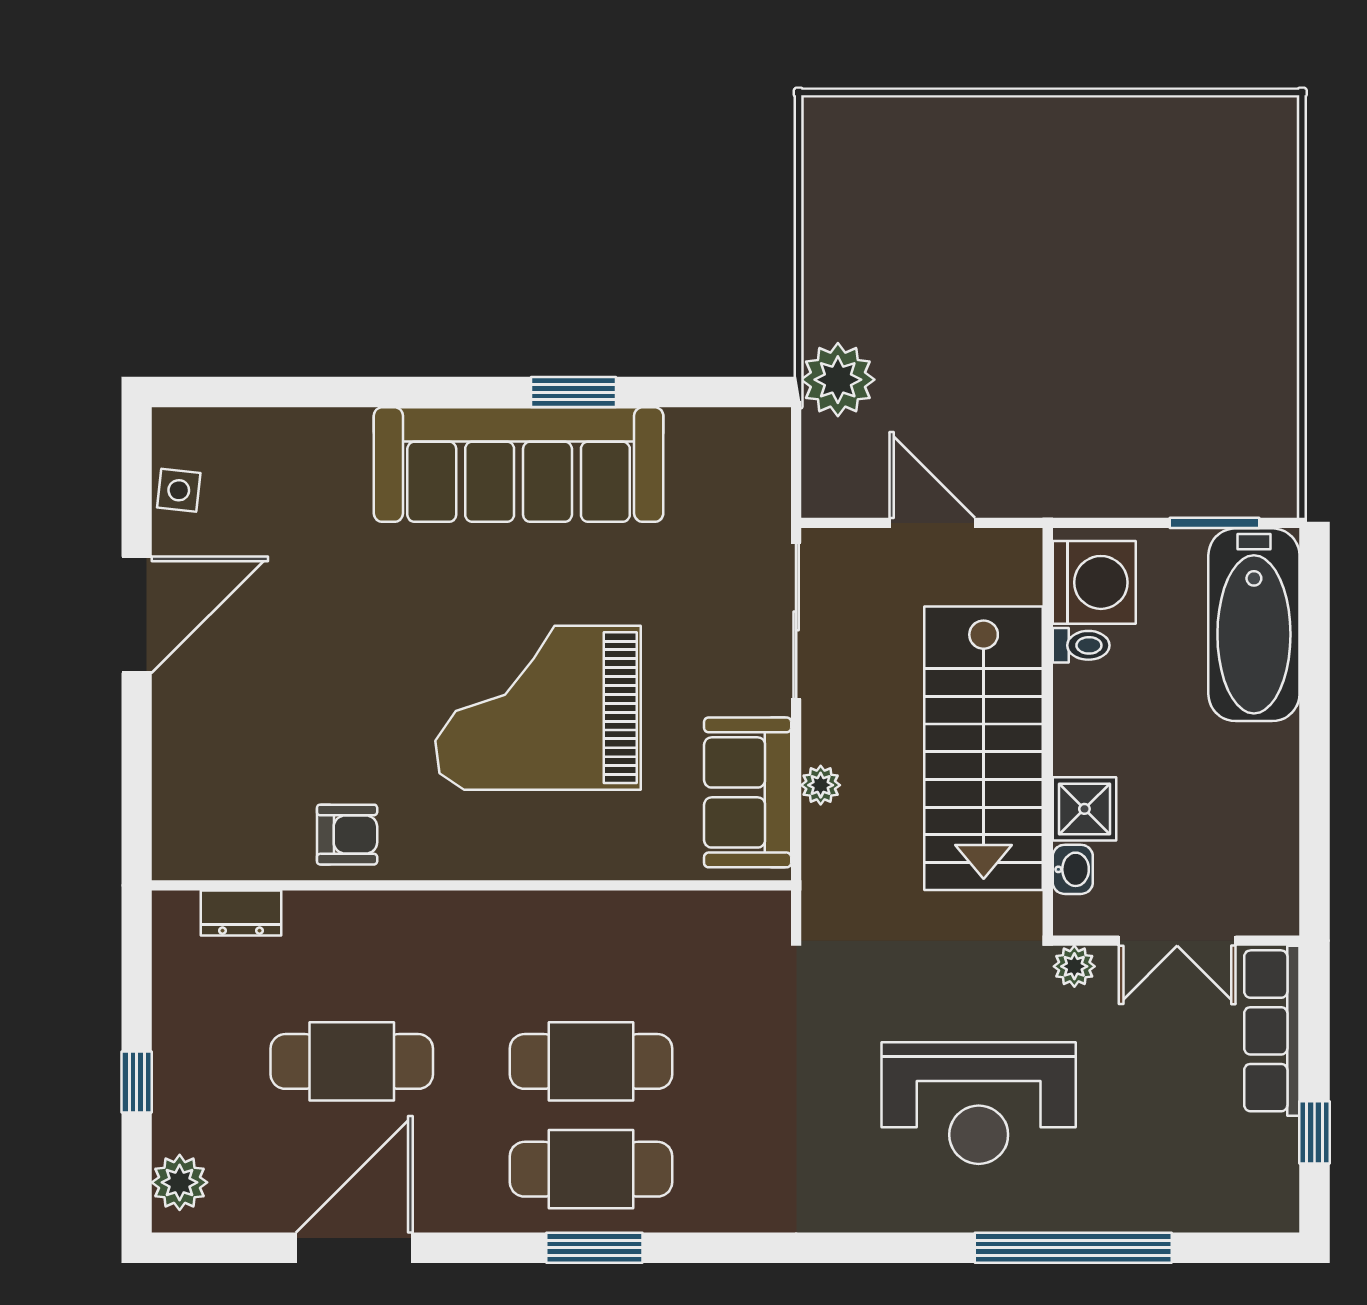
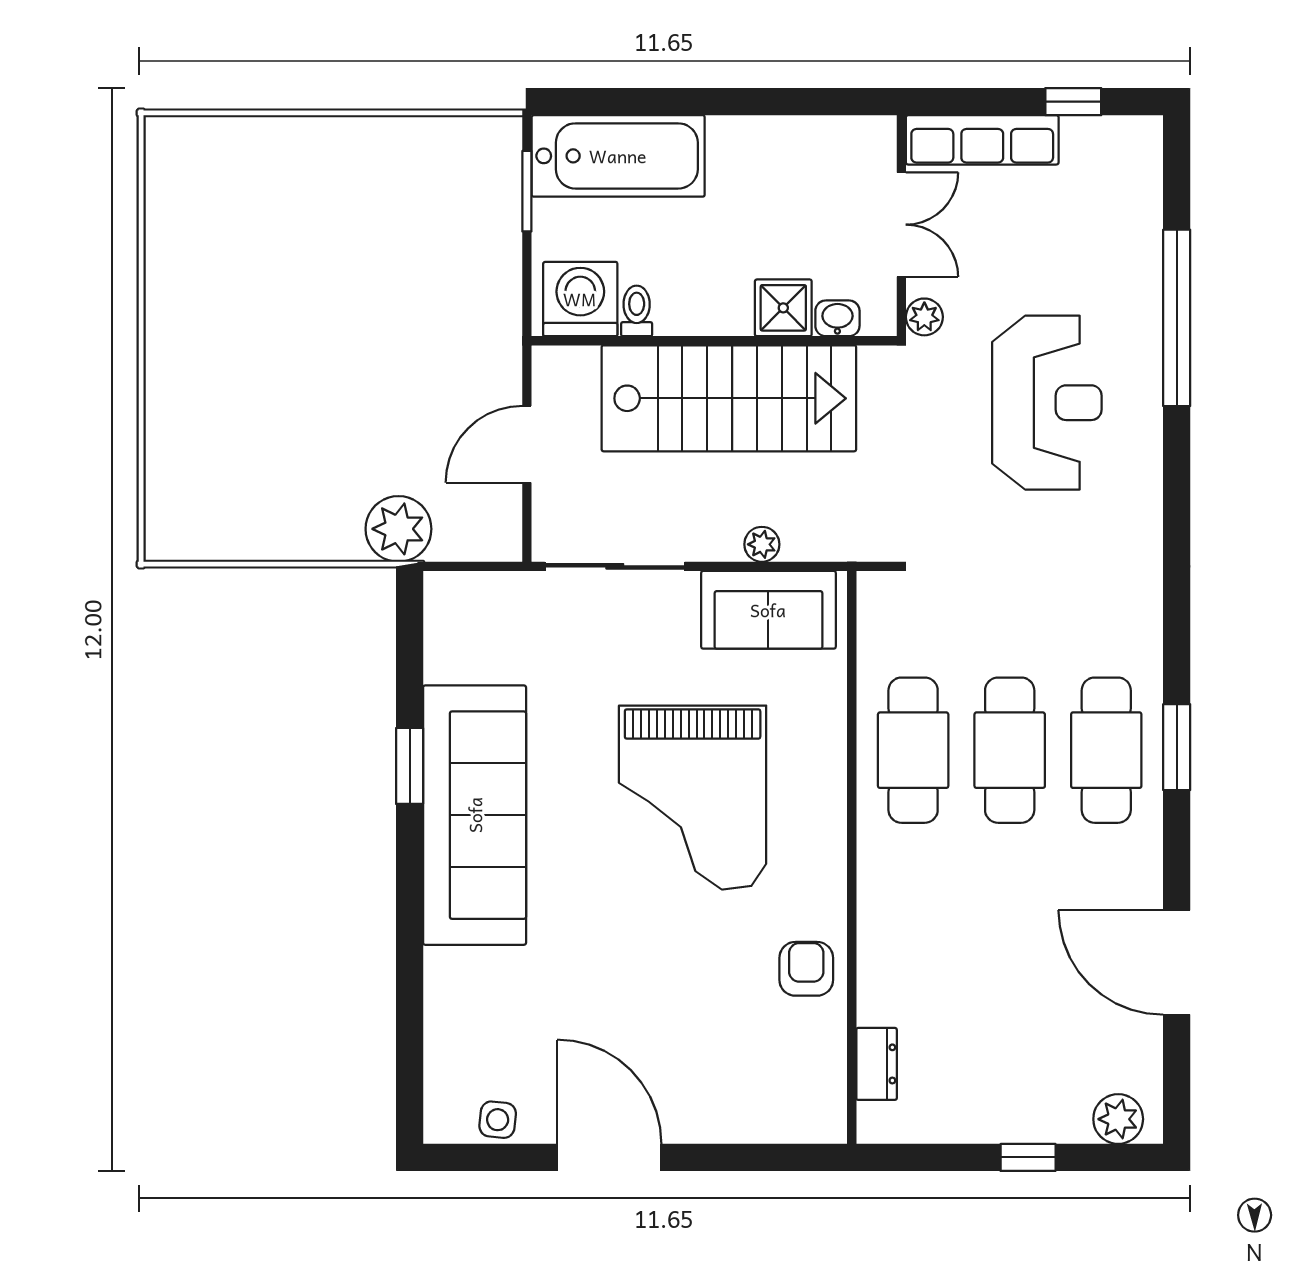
cafe table: (352, 1061) -> (913, 750), moved

